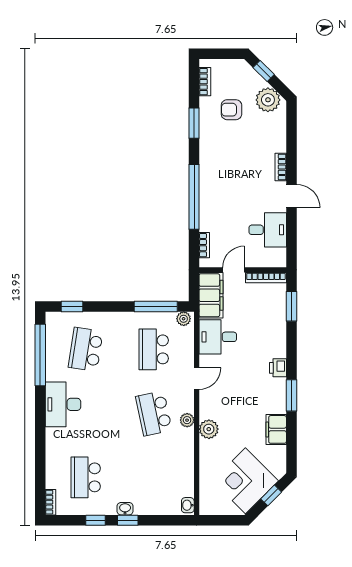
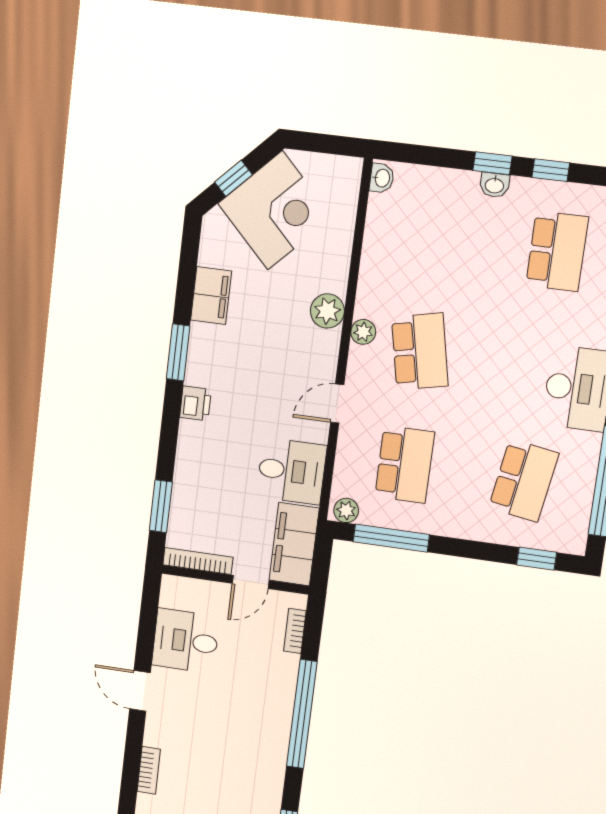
bookcase: (281, 167) -> (149, 770), moved

